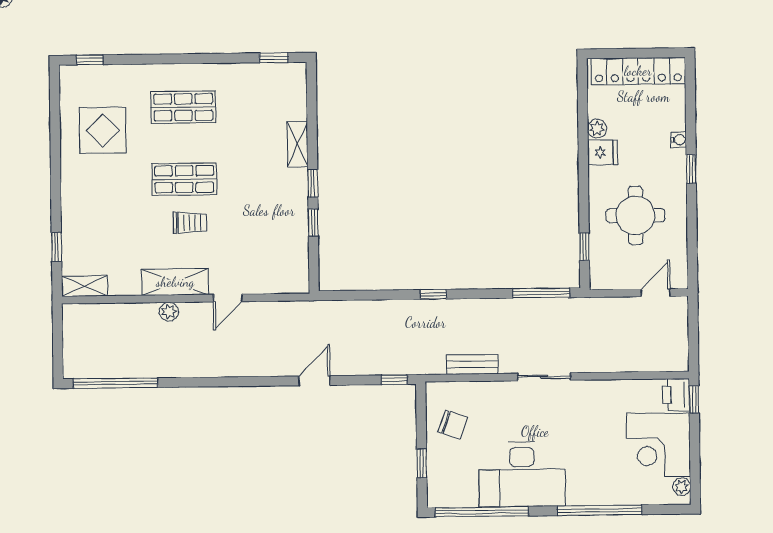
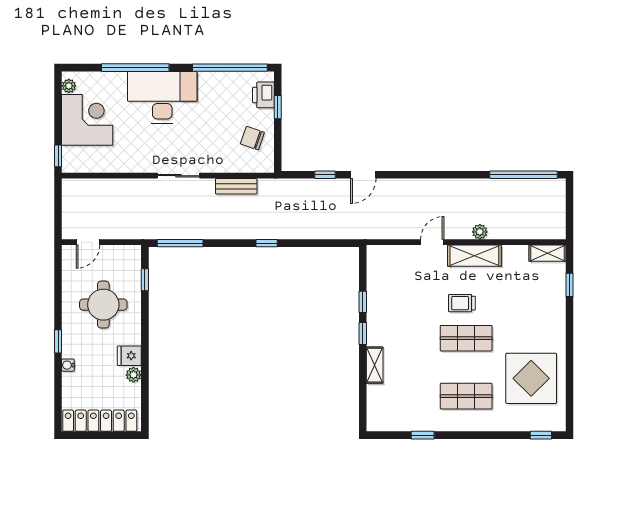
window: (274, 58) -> (423, 435), moved
display table: (103, 130) -> (531, 378), width x1.36, depth x1.36
window: (394, 380) -> (325, 175), moved
printer: (676, 395) -> (263, 95), moved, turned 180
desk: (522, 474) -> (162, 97), moved

